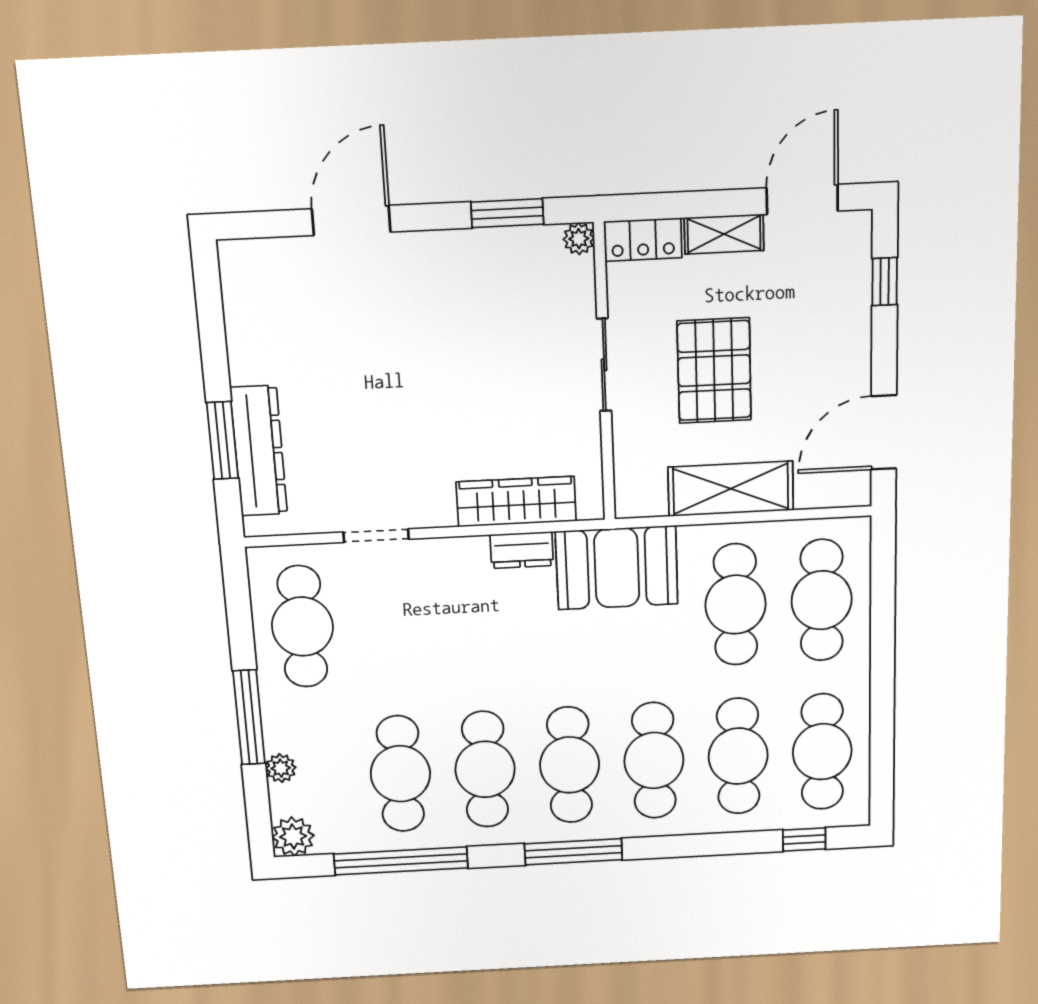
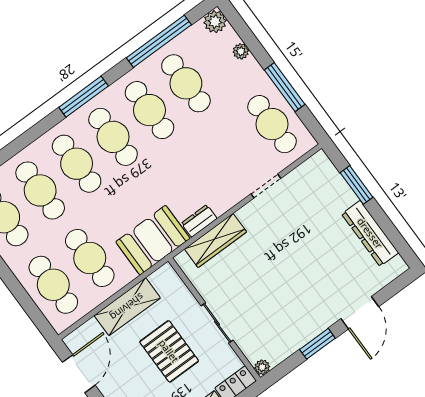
window: (507, 213) -> (317, 344), moved
dresser: (259, 451) -> (370, 233), moved
window: (249, 717) -> (285, 87), moved

